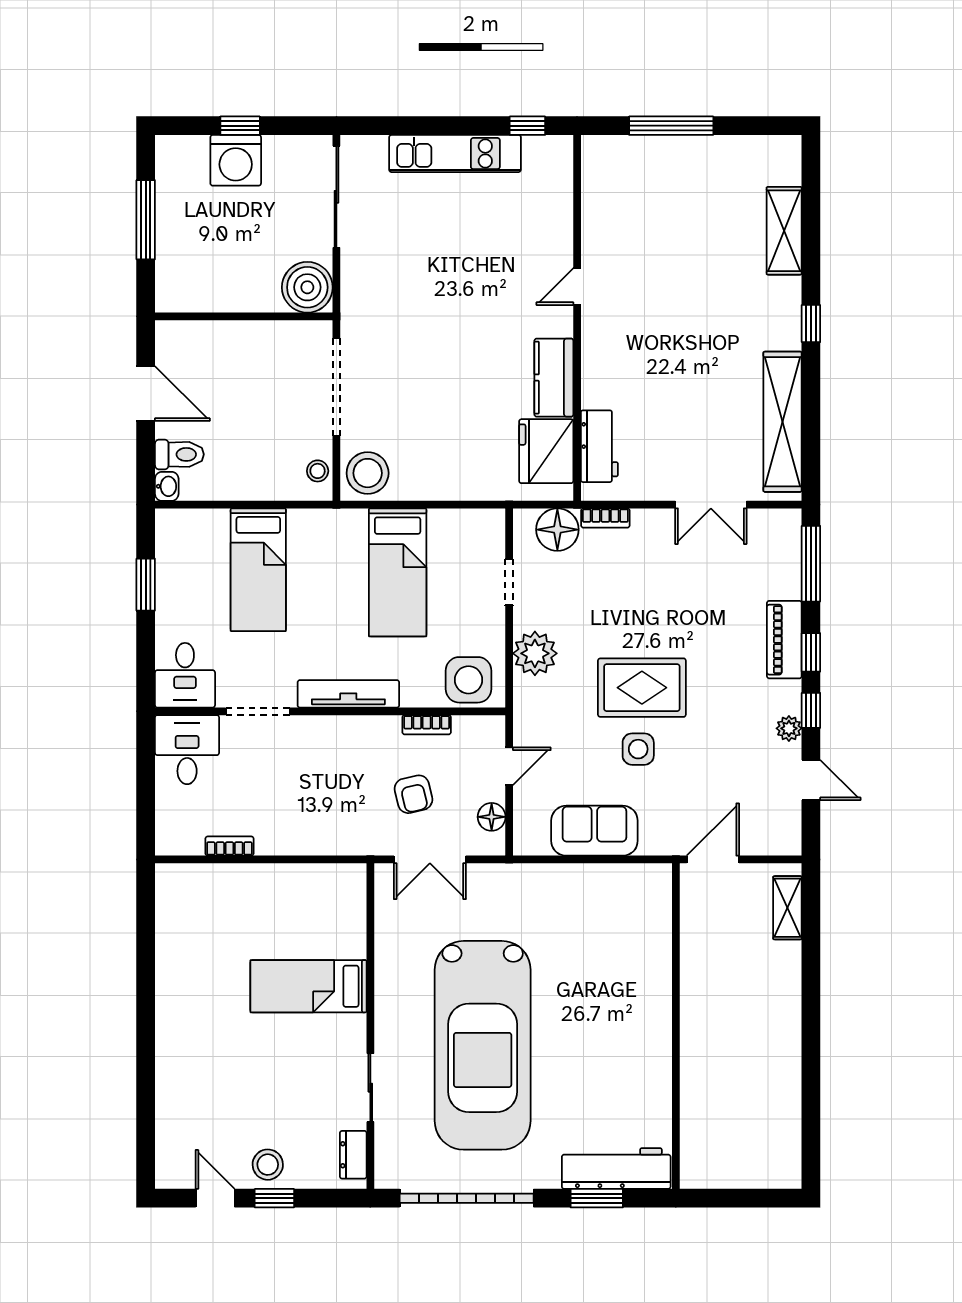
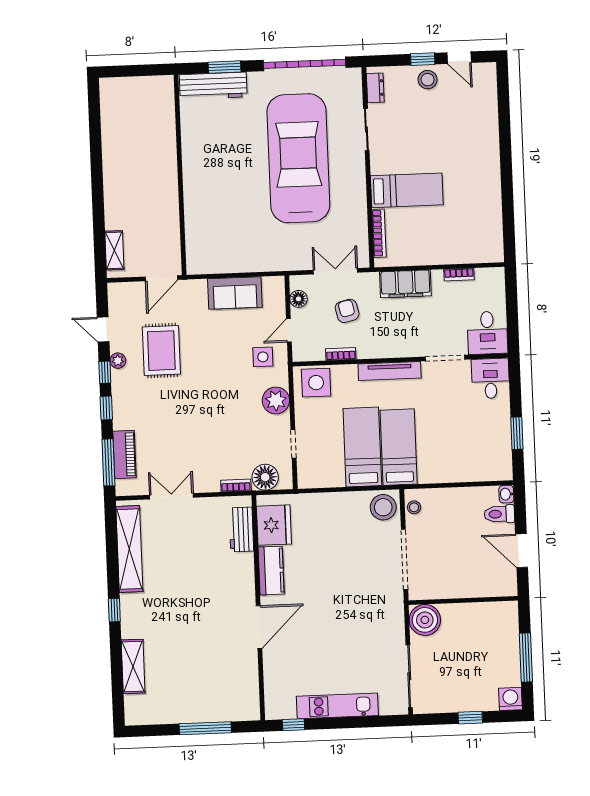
washing machine: (236, 160) -> (510, 699), moved, width x0.73, depth x0.73
door: (577, 287) -> (259, 627), width x1.88
bed: (258, 570) -> (399, 447), moved
piano: (784, 640) -> (124, 455), moved
rug: (642, 688) -> (161, 351), moved, turned 90
side table: (638, 749) -> (263, 357), moved
filing cabinet: (317, 834) -> (405, 284), added
bookcase: (357, 918) -> (379, 233), added

